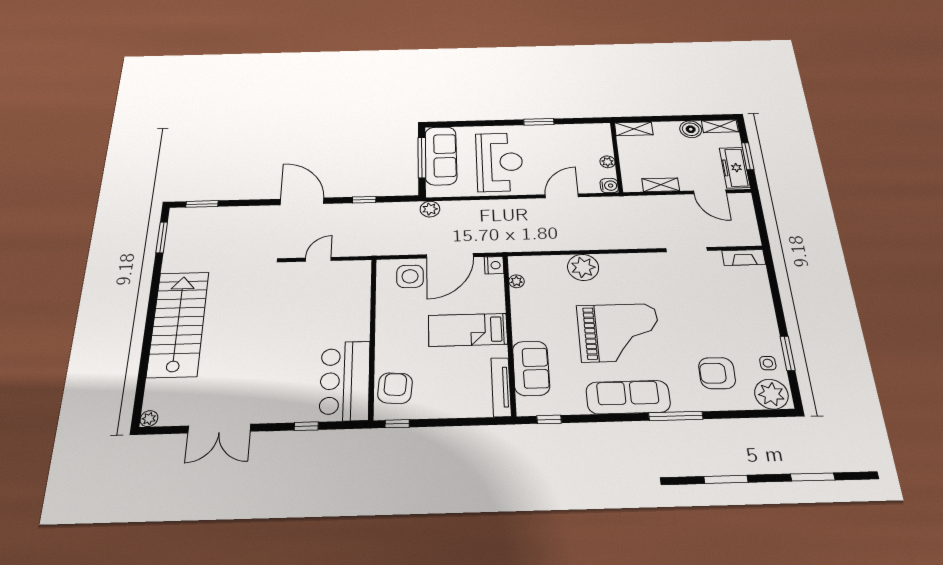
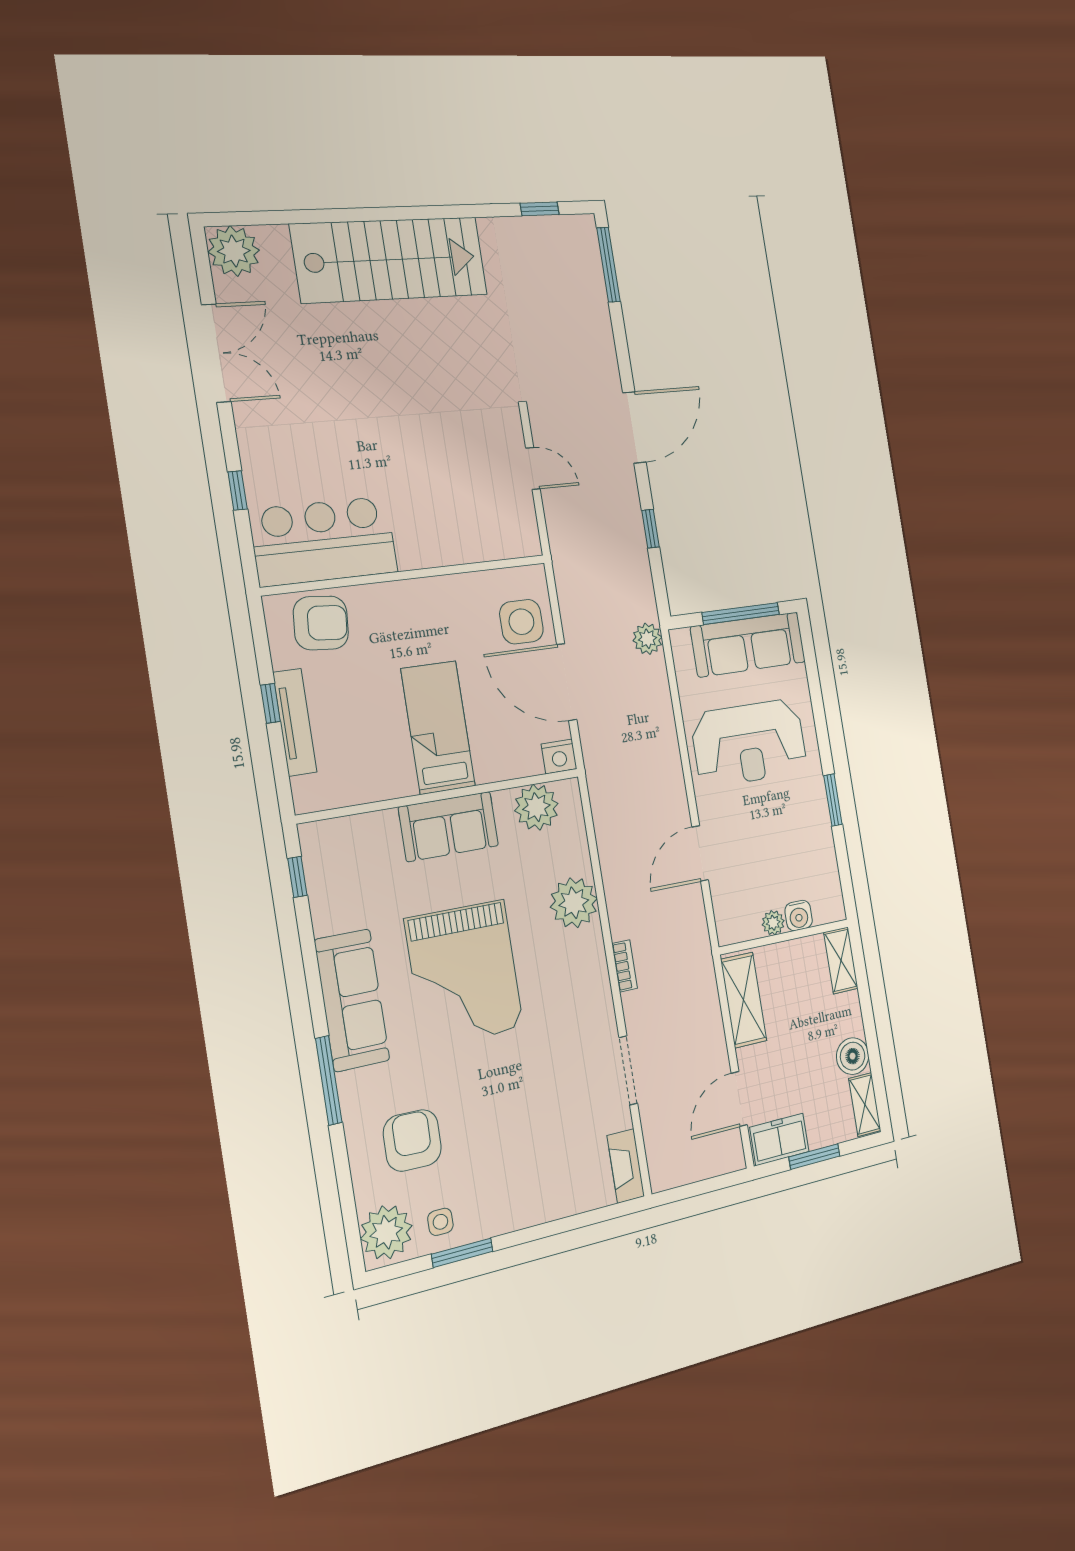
freezer: (735, 168) -> (779, 1139), width x0.71
shelving: (661, 185) -> (744, 1000), width x1.50, depth x1.33
water cooler: (609, 186) -> (799, 916), moved
door: (562, 196) -> (700, 853), swing flipped
window: (202, 204) -> (608, 265), width x1.44
window: (162, 237) -> (540, 209), width x0.67
bookcase: (624, 244) -> (625, 966), added
plant: (516, 281) -> (536, 807), width x1.88, depth x1.88
sofa: (531, 368) -> (449, 826), moved
tv unit: (501, 387) -> (295, 722), moved, turned 90
plant: (149, 419) -> (234, 251), width x1.88, depth x1.88
window: (397, 424) -> (270, 703), moved
double door: (219, 429) -> (216, 353), swing flipped

